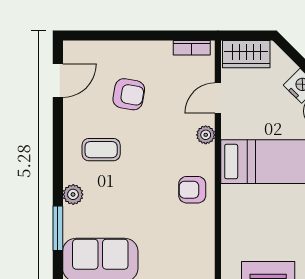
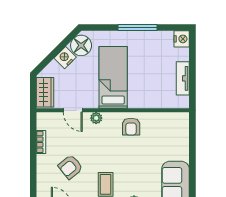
bookcase: (192, 48) -> (41, 142), moved
armchair: (129, 94) -> (70, 167), turned -139

